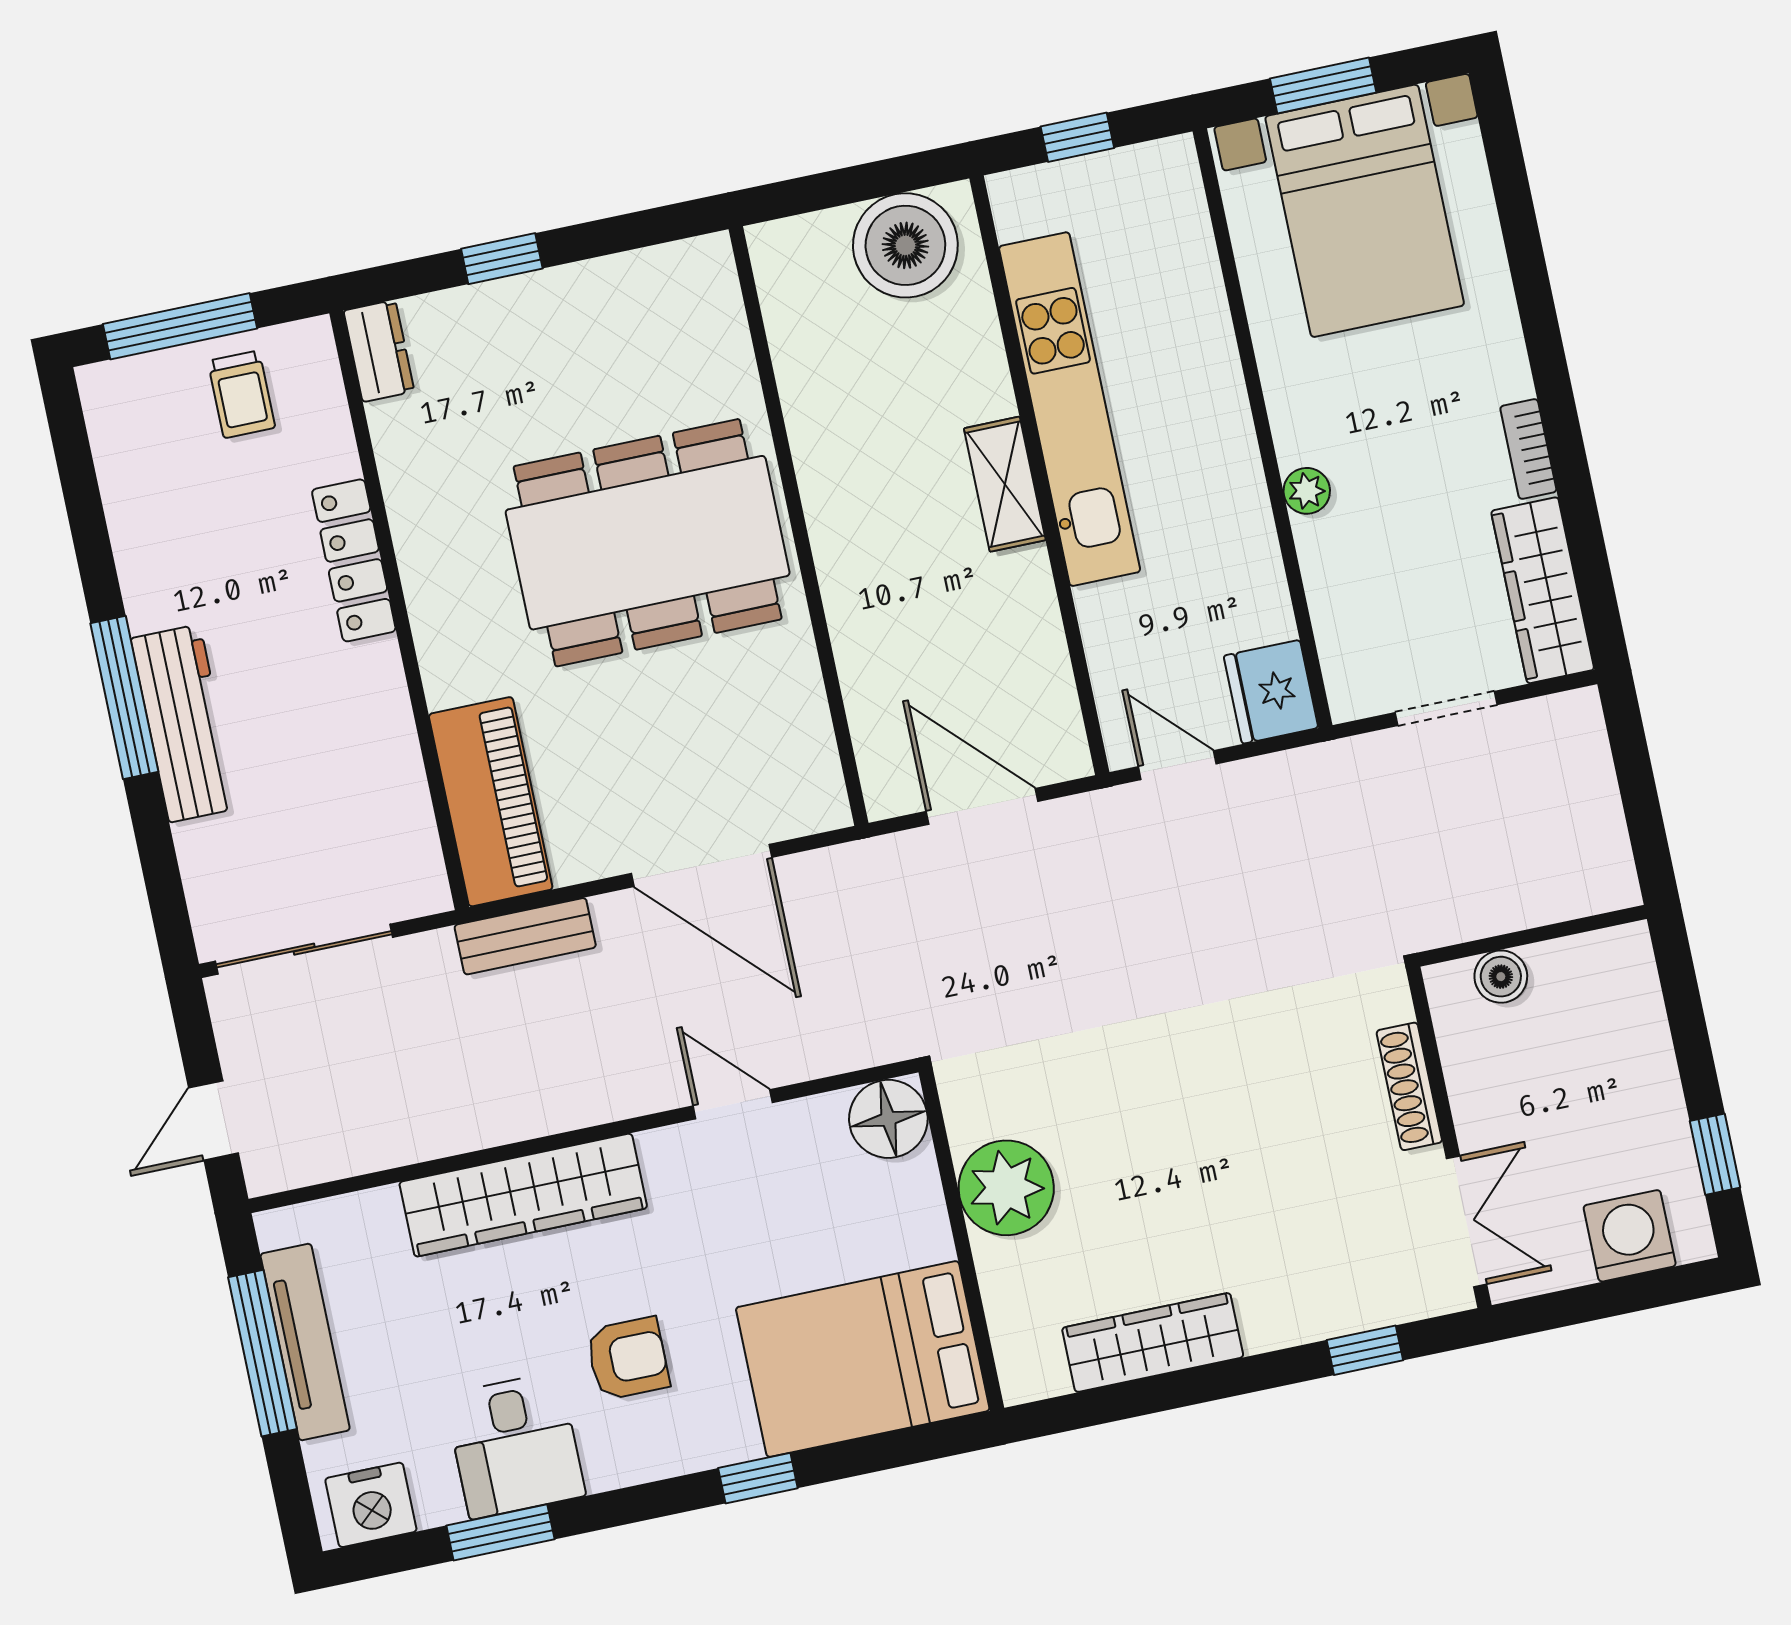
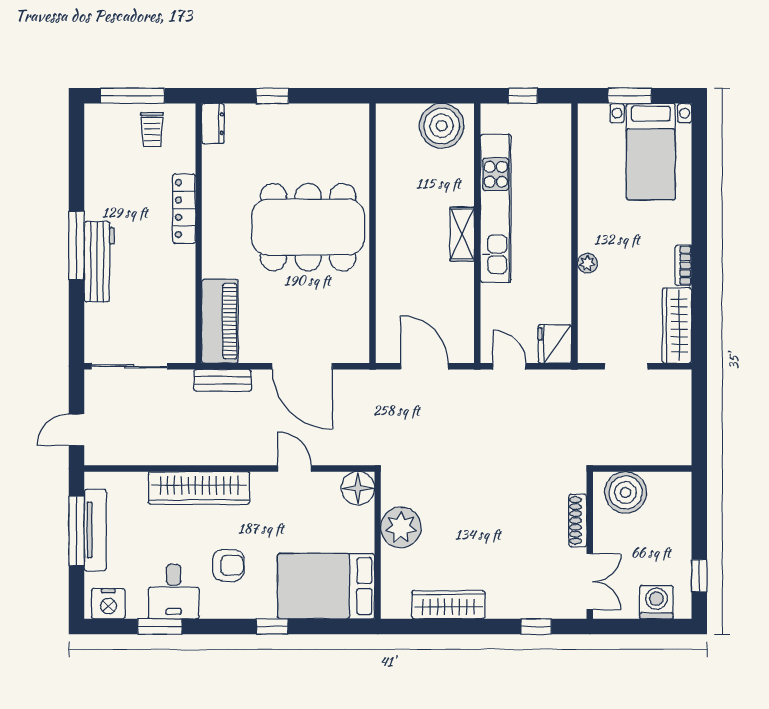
bed with nightstands: (1365, 211) -> (651, 152), width x0.73
boiler: (1501, 977) -> (626, 492), width x1.86, depth x1.86

